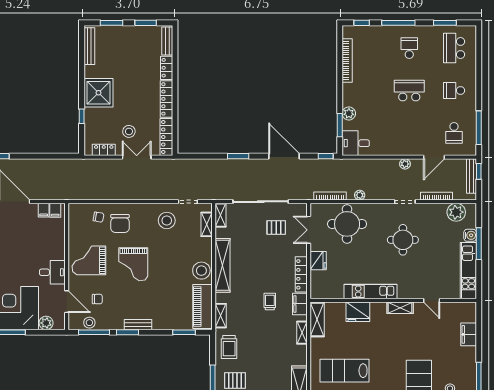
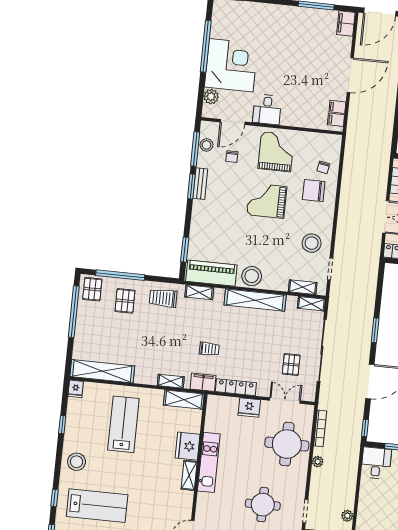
shelving: (400, 308) -> (189, 475), moved
bench: (138, 325) -> (200, 184), moved

